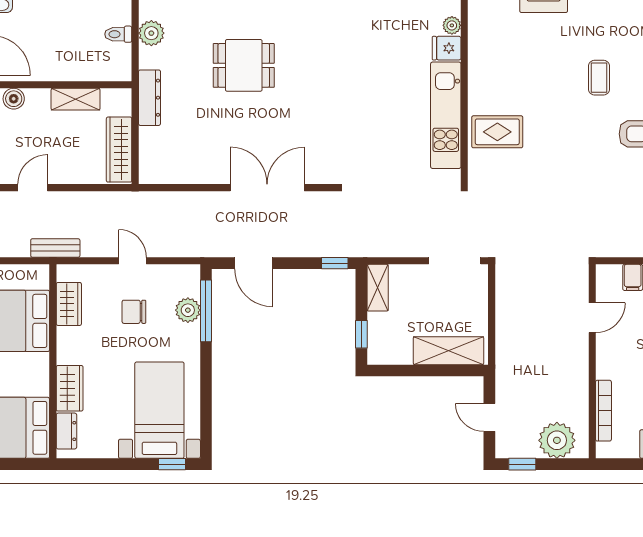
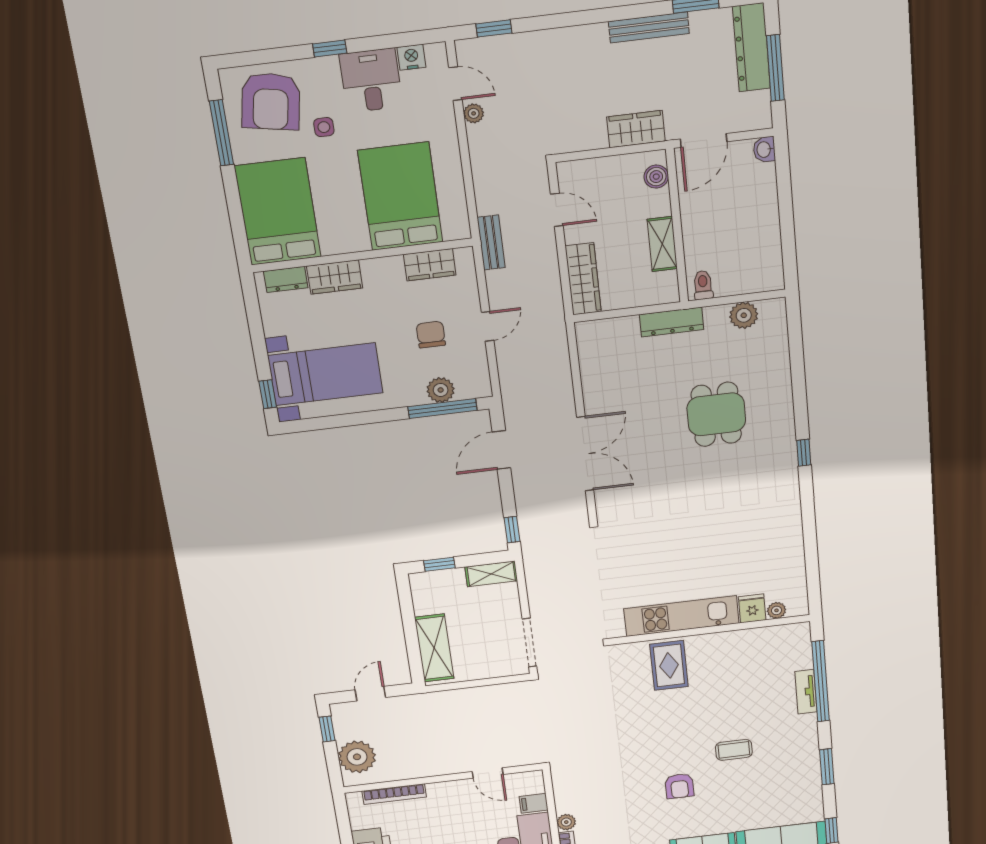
toilet: (118, 34) -> (703, 285), moved
wardrobe: (119, 150) -> (583, 279), moved, turned 90

